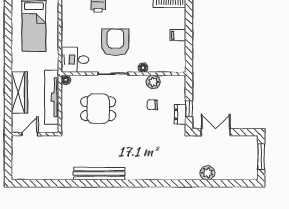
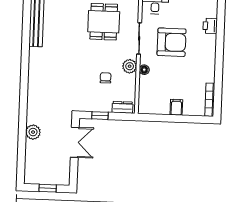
plant: (153, 82) -> (130, 66), moved
dresser: (180, 114) -> (122, 107), moved
window: (261, 157) -> (48, 188), width x0.67

